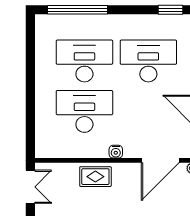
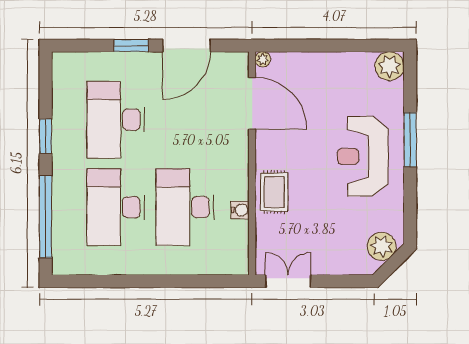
window: (170, 10) -> (46, 136), moved
water cooler: (116, 152) -> (240, 210), moved

